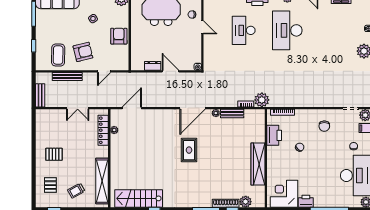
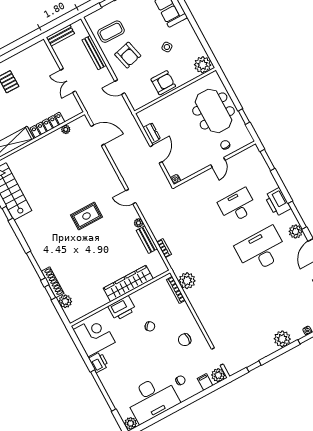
plant: (262, 100) -> (187, 281), moved
door: (192, 108) -> (131, 197), width x0.53
locker: (103, 130) -> (47, 125), moved
printer: (274, 135) -> (122, 308), moved
wardrobe: (258, 164) -> (128, 283), moved

